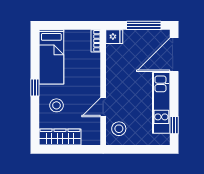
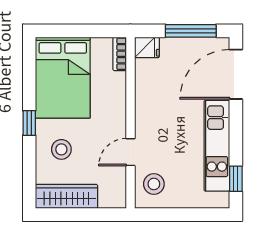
bed: (51, 57) -> (63, 78), width x1.50

